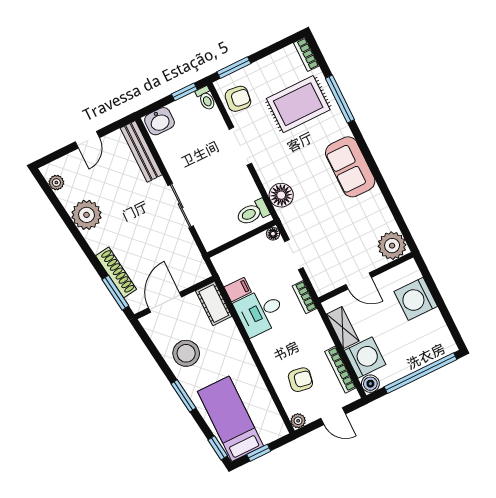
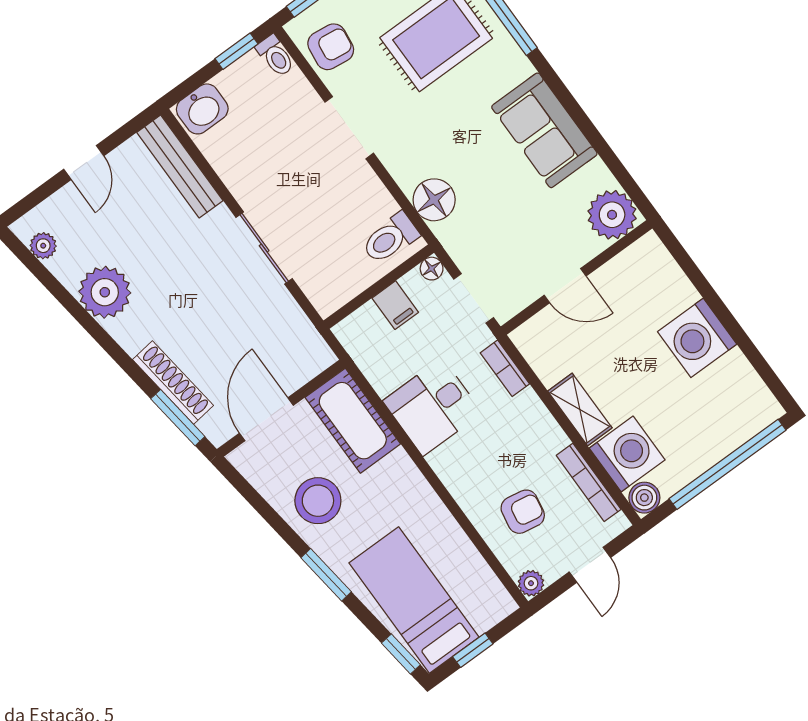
plant: (392, 246) -> (612, 215), moved
wall: (366, 277) -> (576, 277), moved
door: (359, 281) -> (565, 286), moved
filing cabinet: (238, 290) -> (395, 305), moved, turned 90
cot: (214, 304) -> (353, 421), width x1.37, depth x1.34
door: (333, 416) -> (590, 565), hinge flipped

